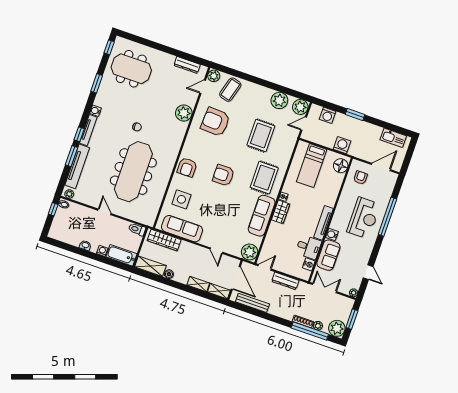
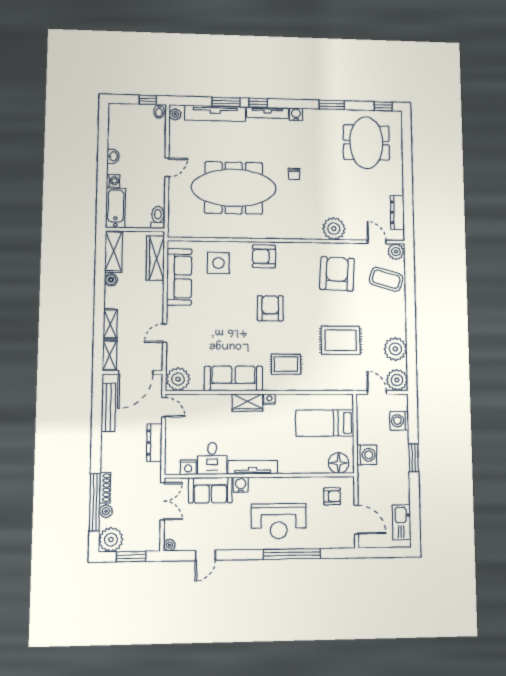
rug: (264, 178) -> (286, 364), width x0.73, depth x0.70

